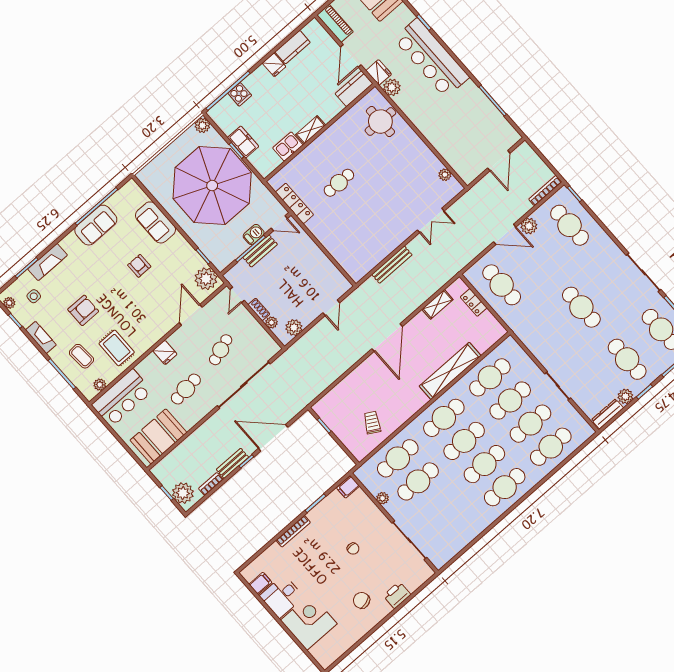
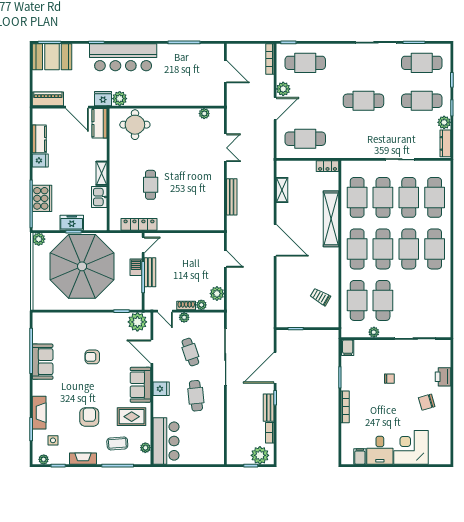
cooker: (240, 94) -> (42, 198), width x1.87, depth x1.31
sofa: (155, 222) -> (140, 385), moved, turned 90
locker: (474, 302) -> (328, 166), moved
plant: (247, 317) -> (184, 317), added
booth: (158, 436) -> (211, 439), removed

